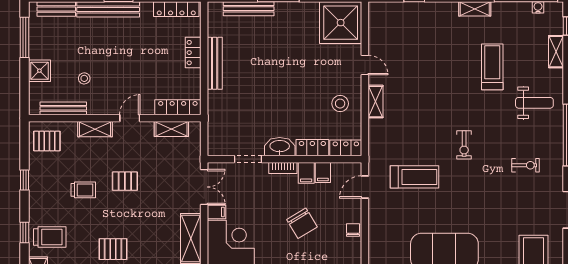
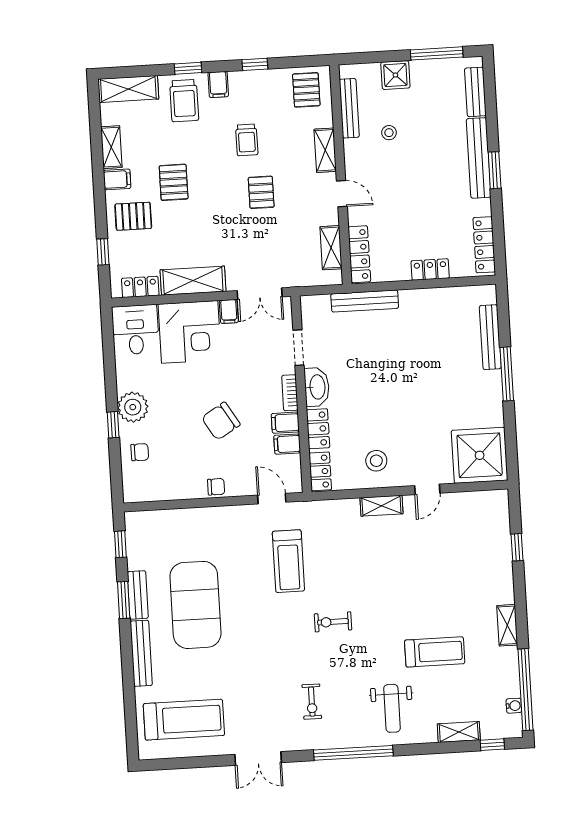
bench: (215, 63) -> (365, 301), moved
filing cabinet: (39, 210) -> (218, 85), added

